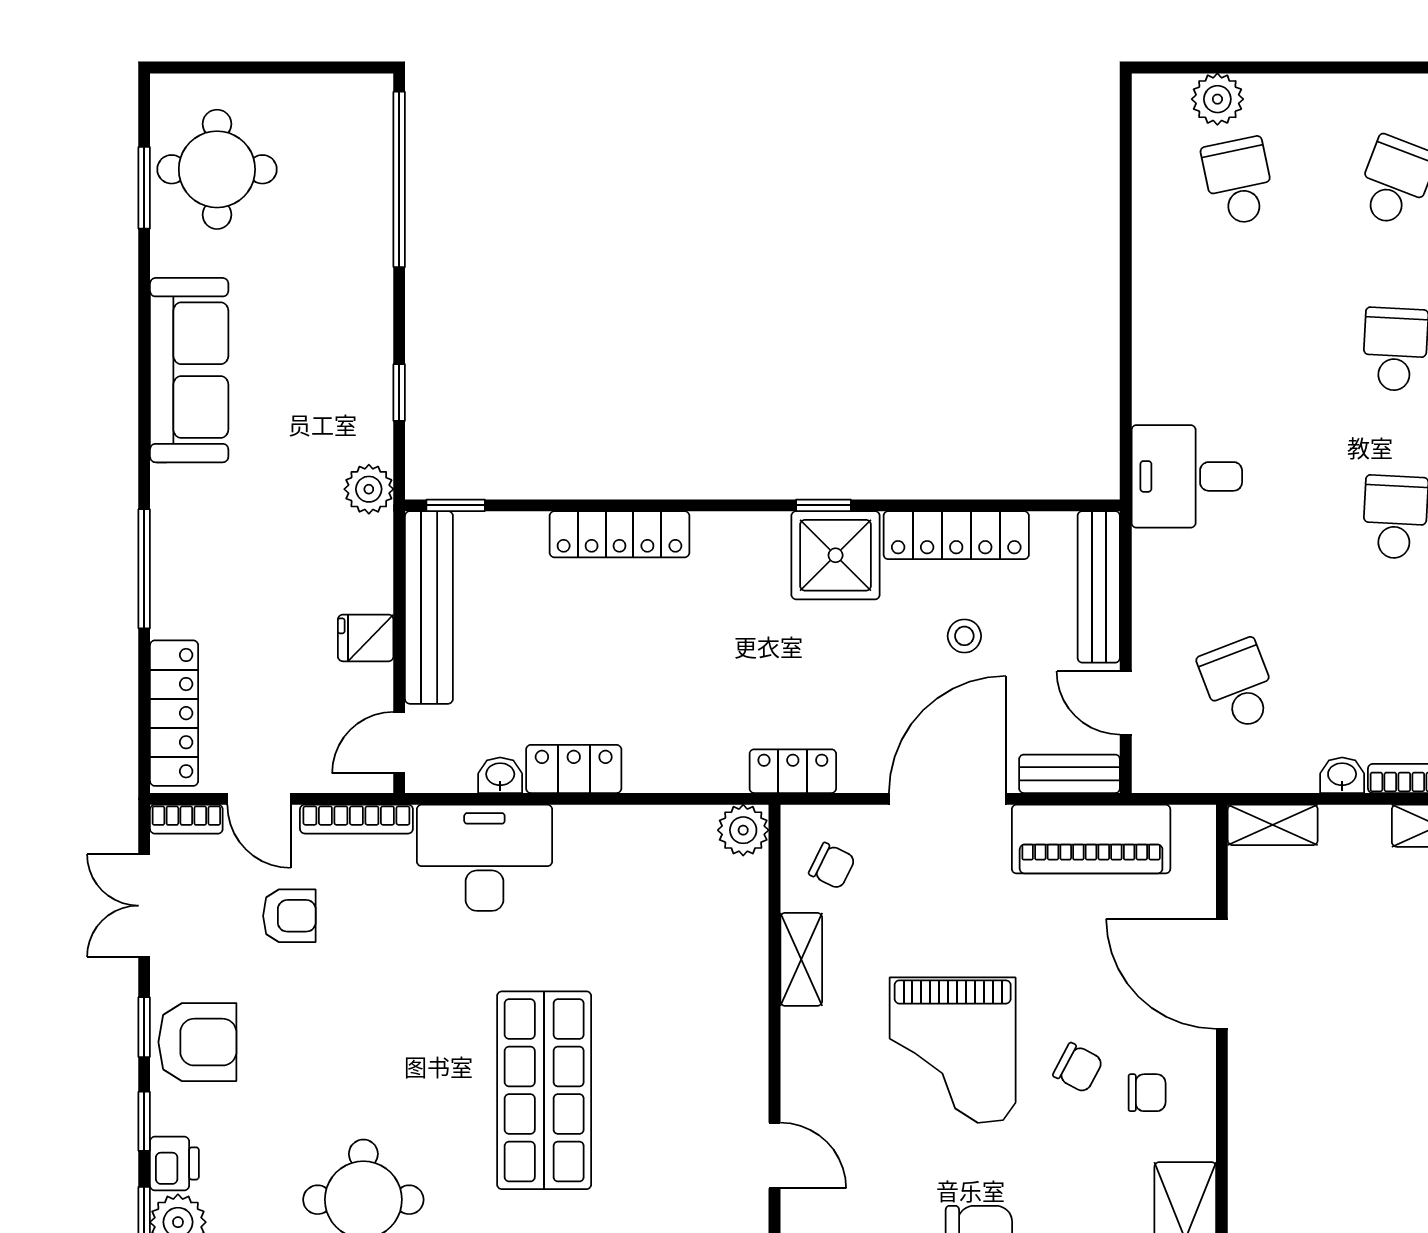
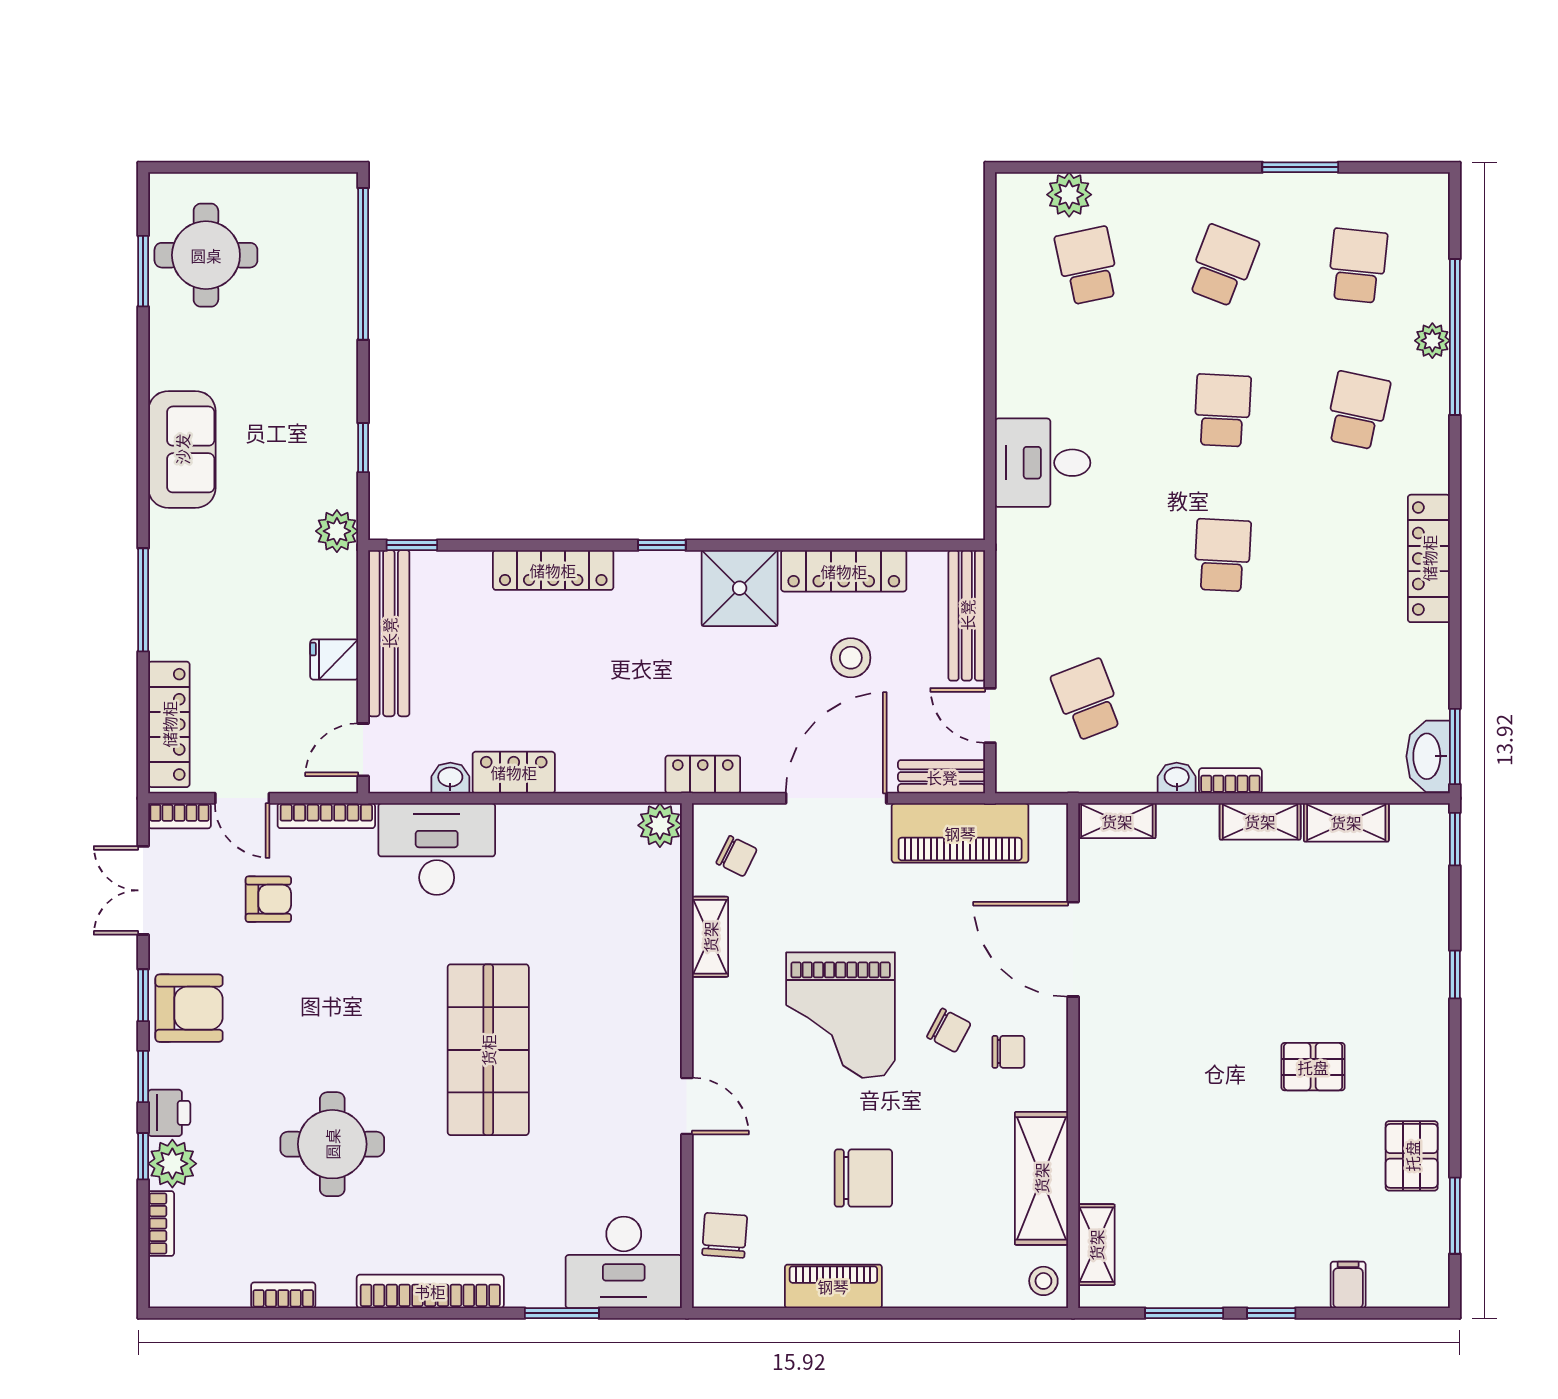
sofa: (189, 370) -> (182, 449), width x0.73
desk: (1187, 476) -> (1043, 463), moved
window: (823, 505) -> (662, 545), moved
stool: (964, 636) -> (851, 658), width x1.37, depth x1.37

